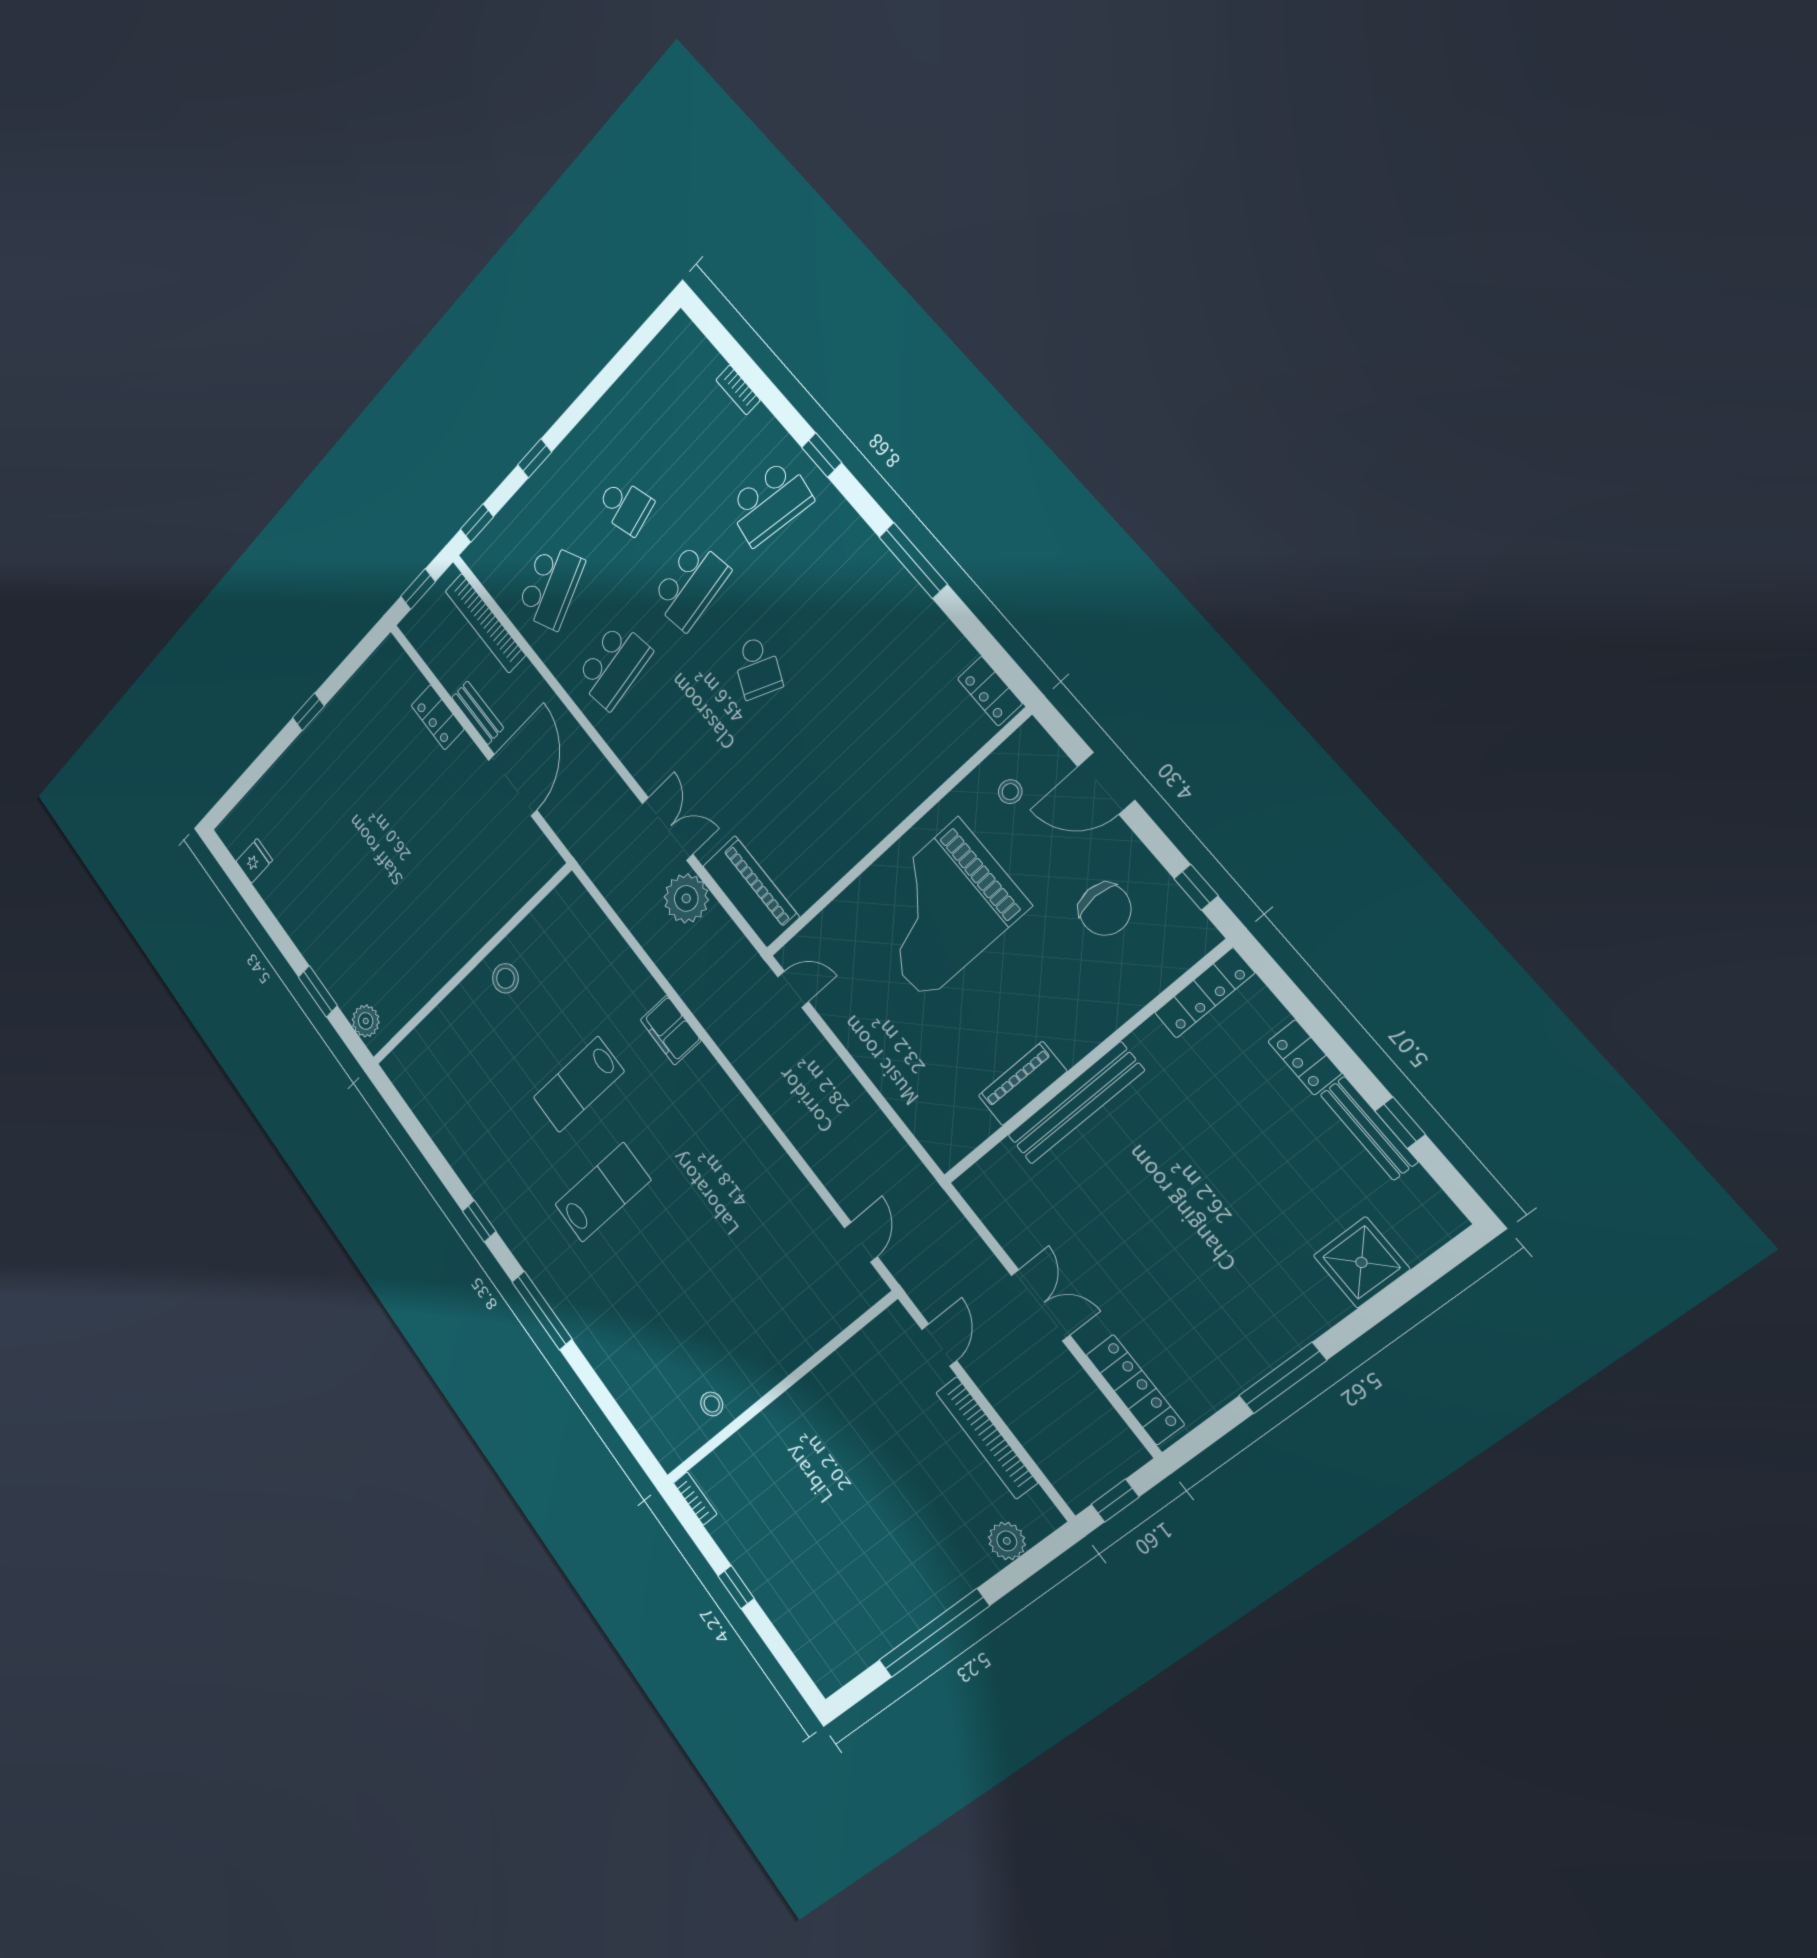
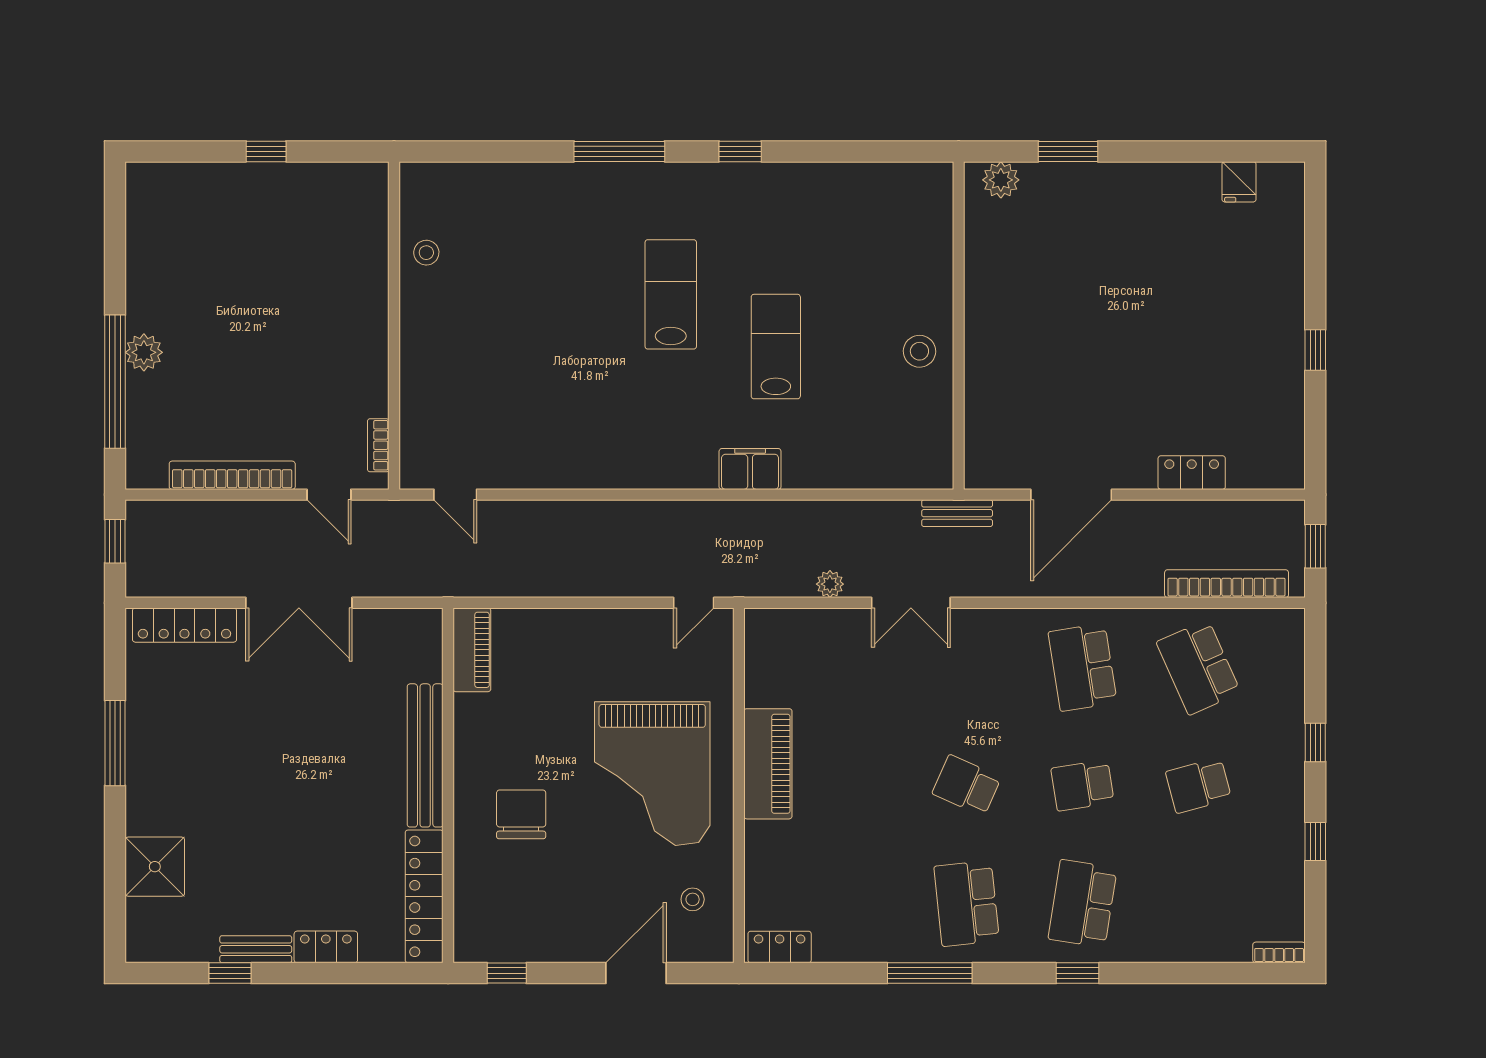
bookcase: (738, 390) -> (1279, 952), moved
window: (477, 523) -> (1315, 842), moved
school desk: (840, 584) -> (967, 904), added
school desk: (690, 586) -> (1083, 785), width x0.54
bench: (478, 713) -> (957, 513), moved
door: (513, 785) -> (1071, 495), hinge flipped
piano: (751, 892) -> (768, 764), moved, turned -90
plant: (686, 898) -> (830, 584), width x0.53, depth x0.53
chair: (1105, 909) -> (521, 814), moved, turned 90
grand piano: (941, 910) -> (652, 774), turned 180
locker: (1204, 993) -> (424, 896), width x1.41, depth x1.21
piano: (1022, 1083) -> (472, 650), moved
bench: (1369, 1128) -> (256, 949), width x0.73
lab bench: (603, 1192) -> (671, 294), turned 180
double door: (1040, 1305) -> (299, 603), width x1.37
bookcase: (695, 1498) -> (378, 445), moved, turned 90
plant: (1007, 1541) -> (144, 352), moved
window: (934, 1633) -> (115, 382), moved

